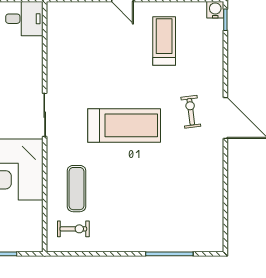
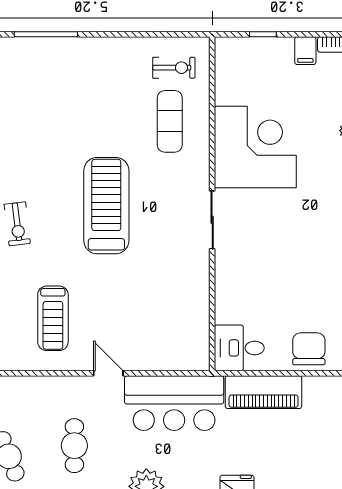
treadmill: (124, 125) -> (106, 206), turned 90
exercise bike: (73, 229) -> (174, 68), turned 180

